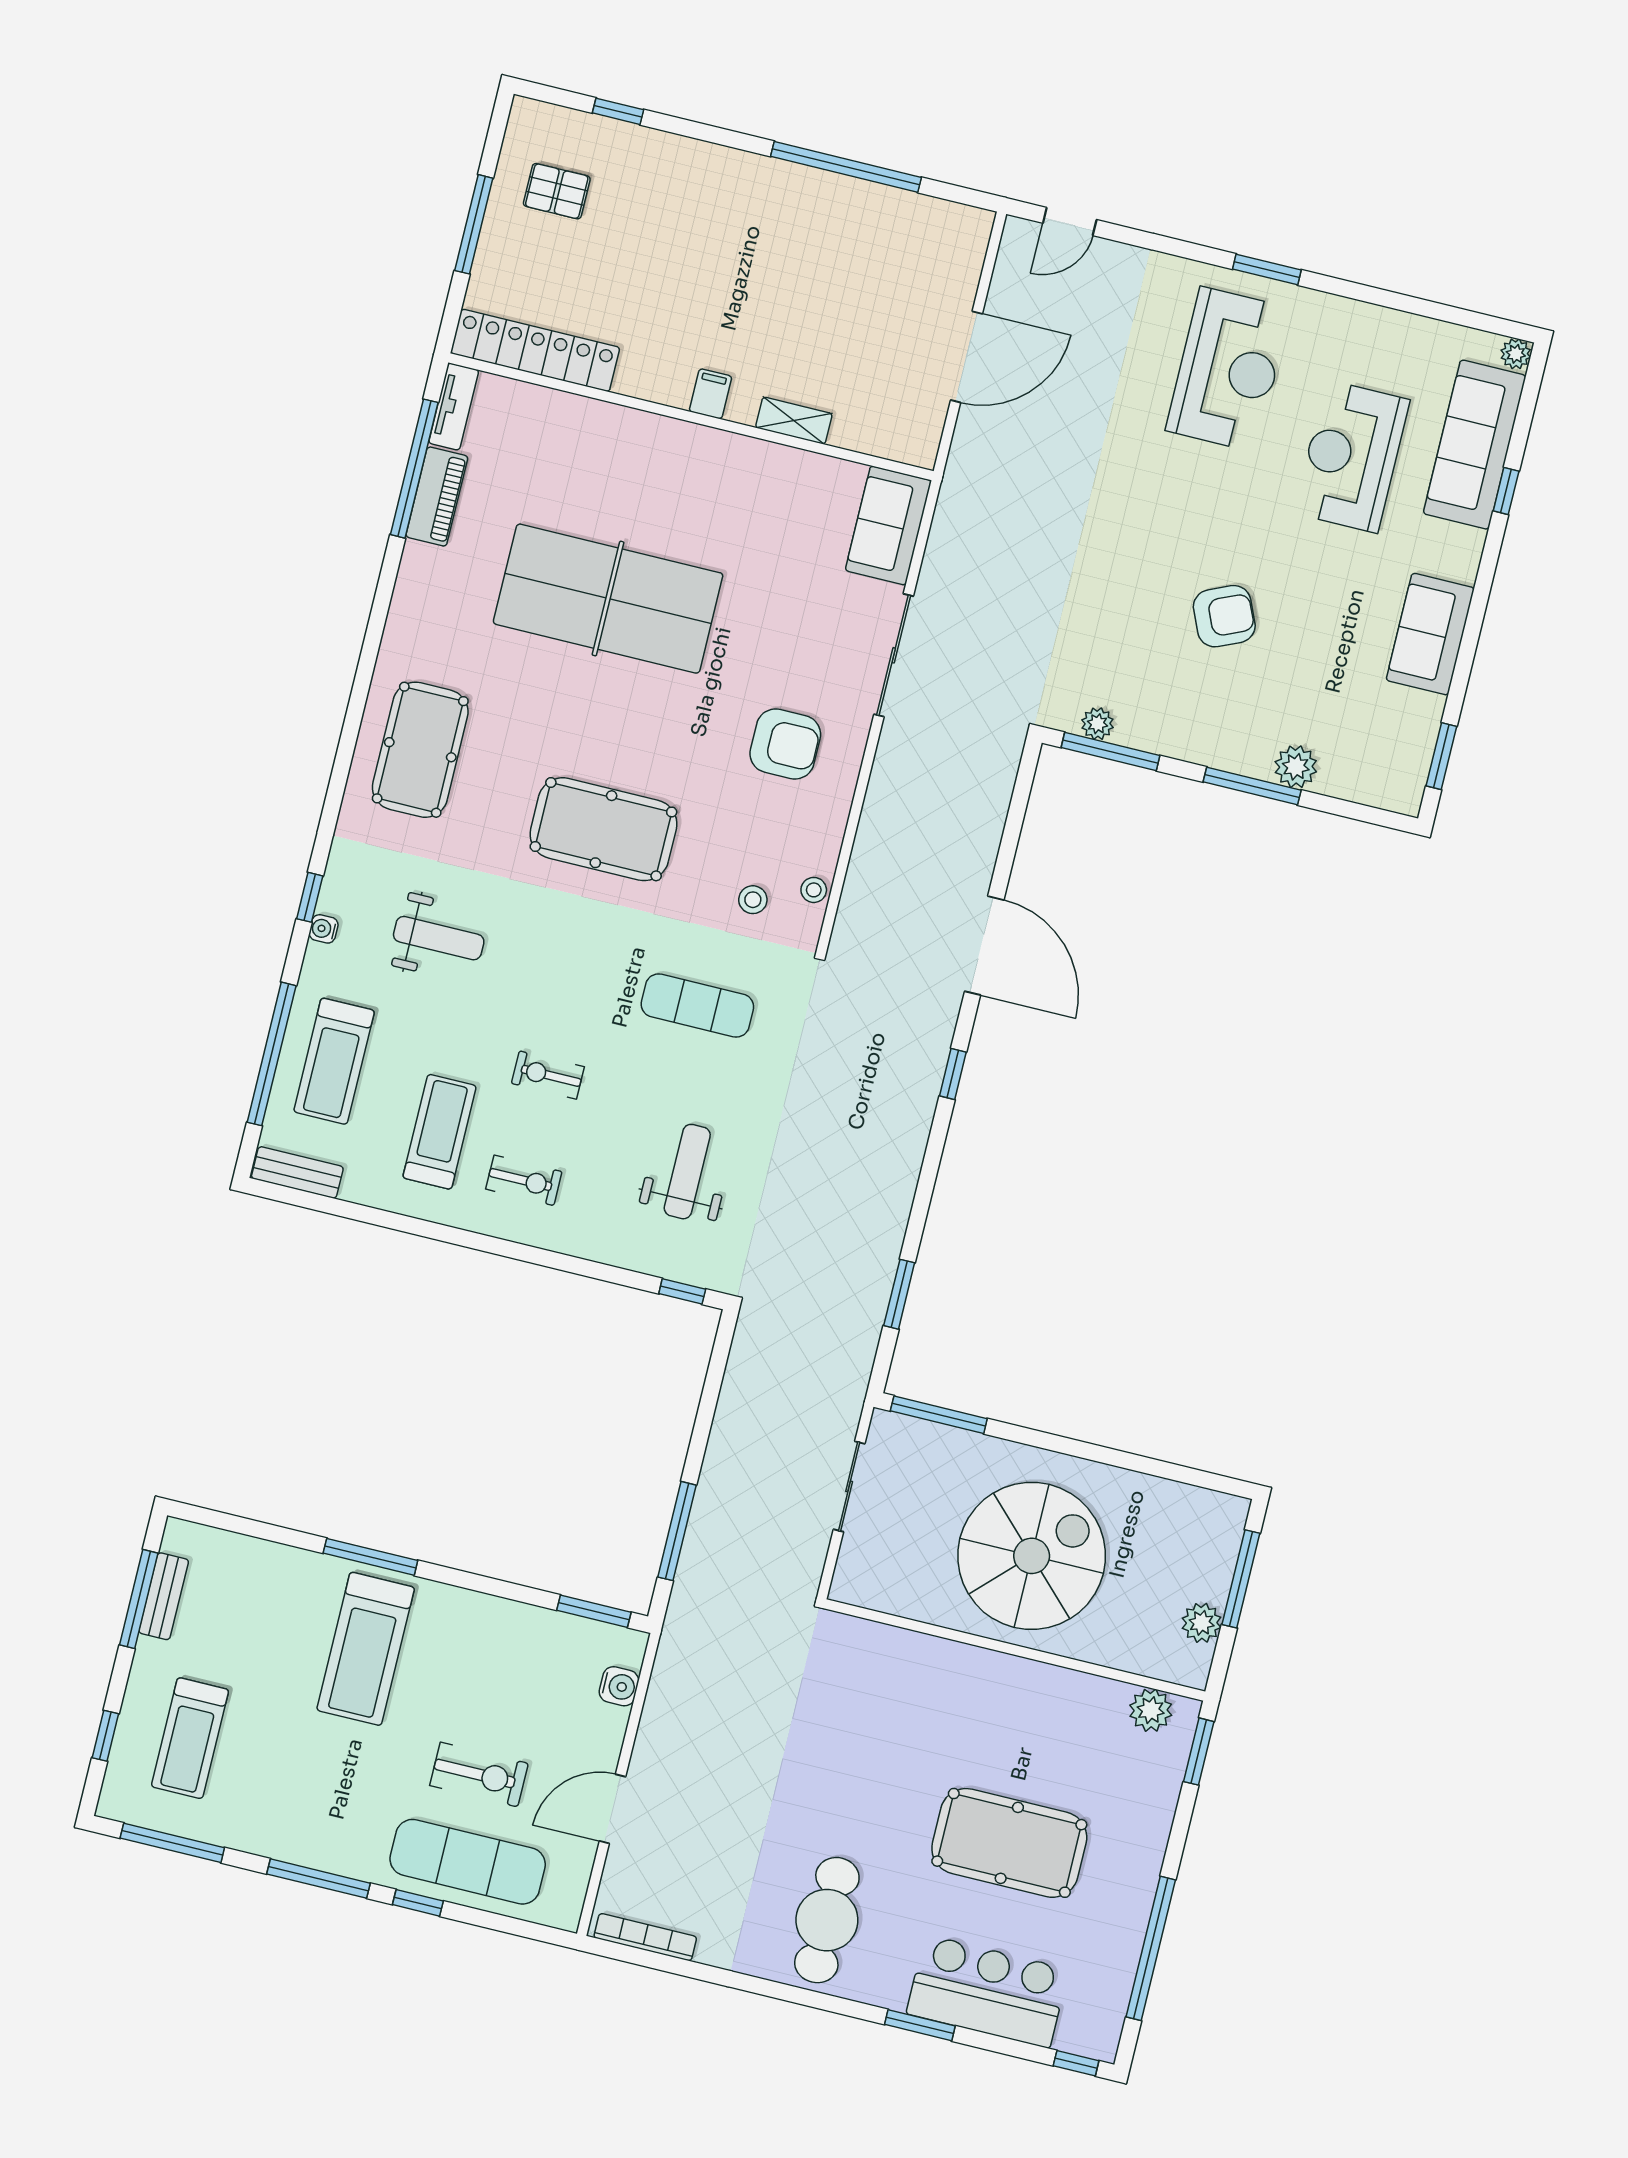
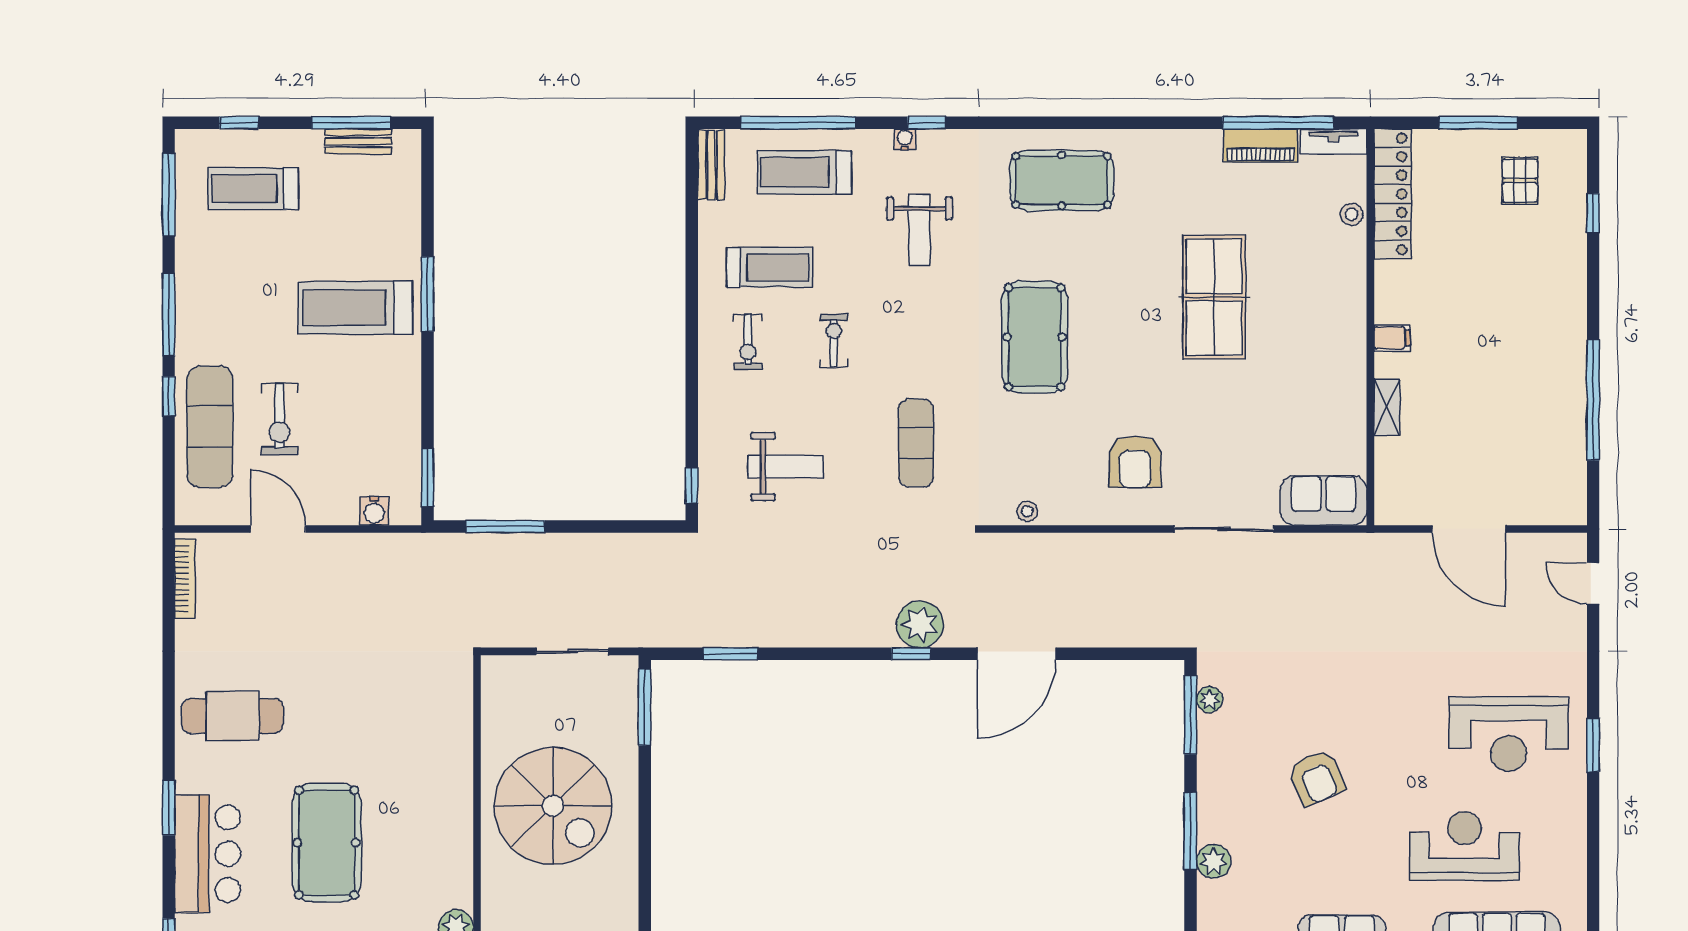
table tennis table: (608, 599) -> (1214, 297), width x0.73, depth x0.76
stool: (753, 900) -> (1352, 214), moved
plant: (919, 1055) -> (920, 624), added

